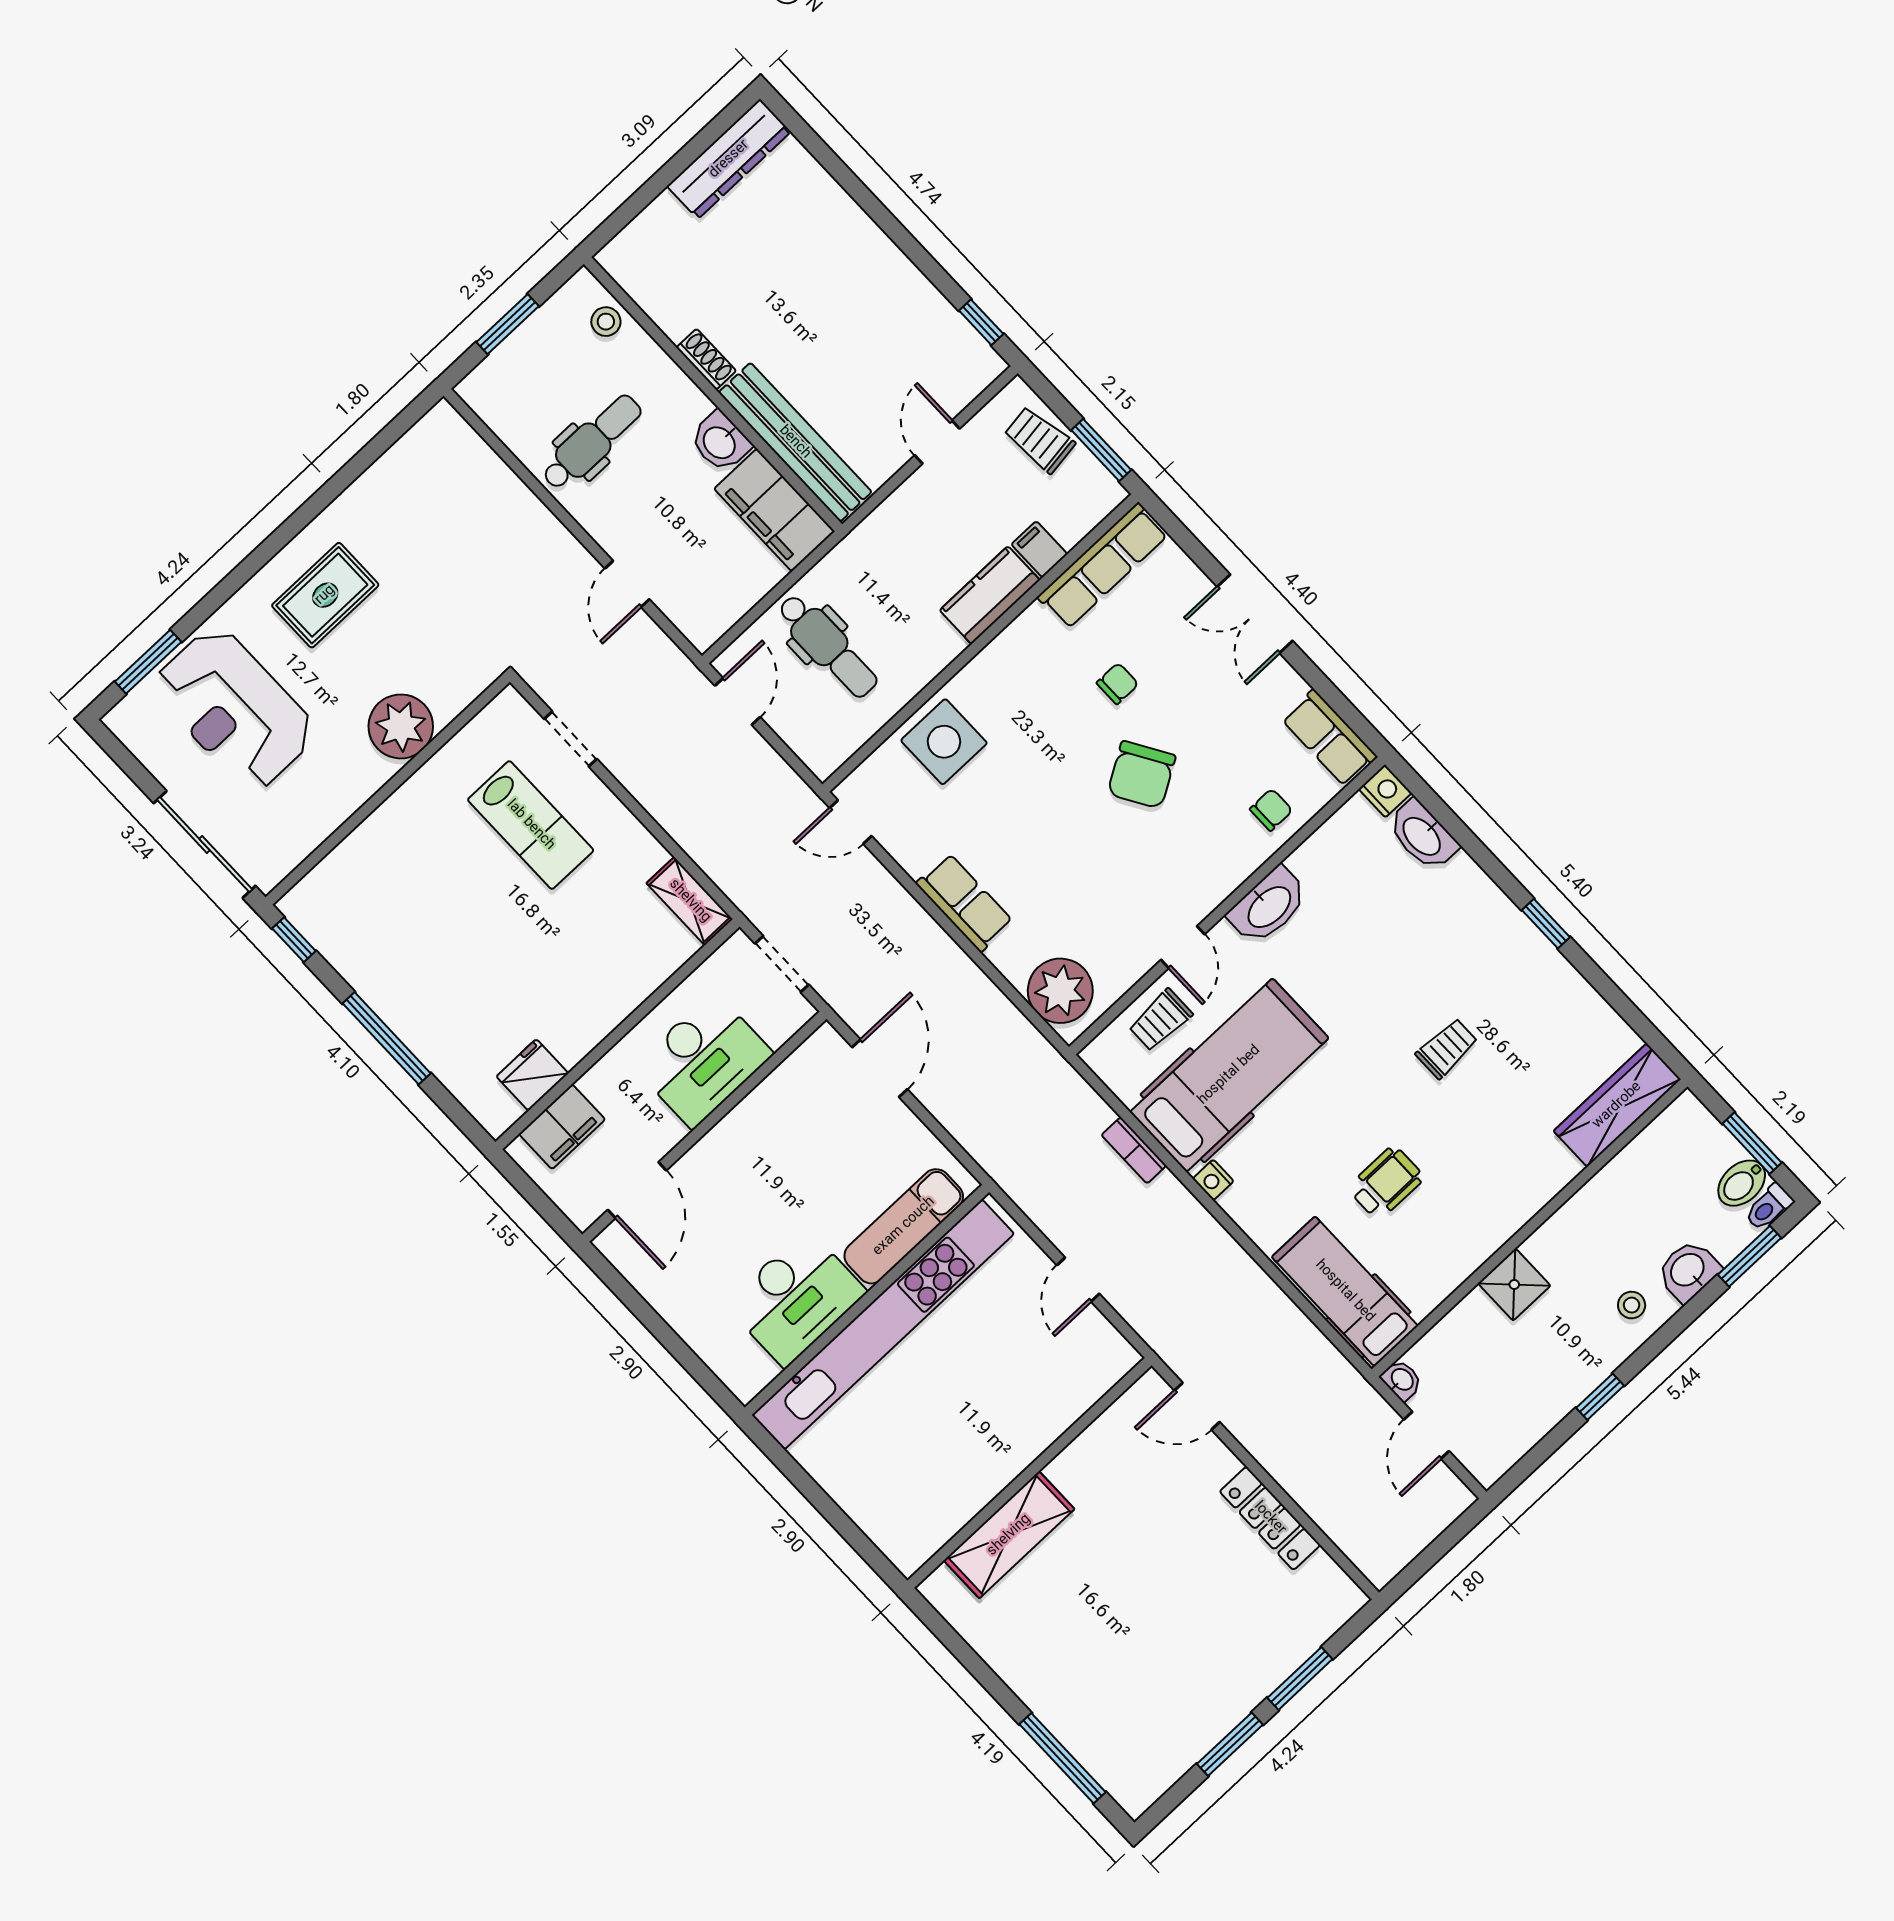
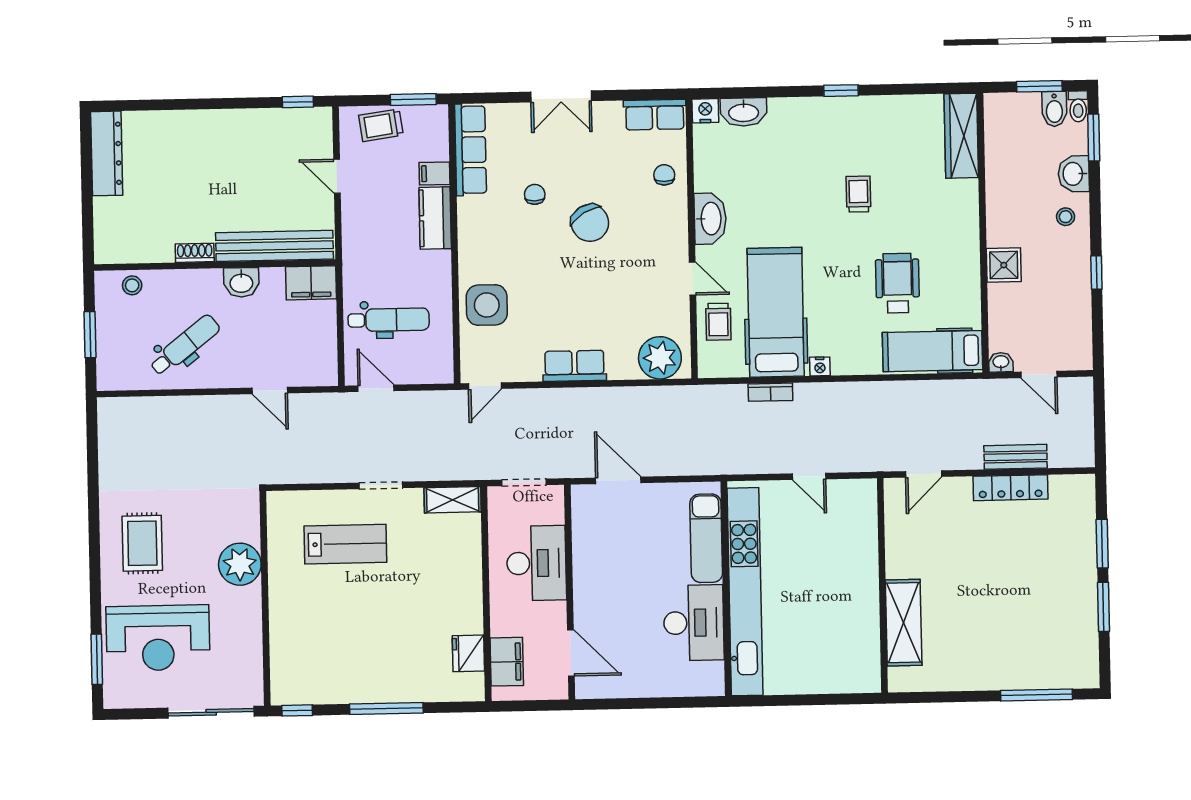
dental chair: (592, 442) -> (185, 345), turned 52
filing cabinet: (774, 510) -> (311, 283), width x0.67, depth x0.86
doorway: (571, 739) -> (381, 485), moved
wheelchair: (1386, 1183) -> (897, 283), width x1.36, depth x1.37
bench: (1310, 1493) -> (1016, 457), added

